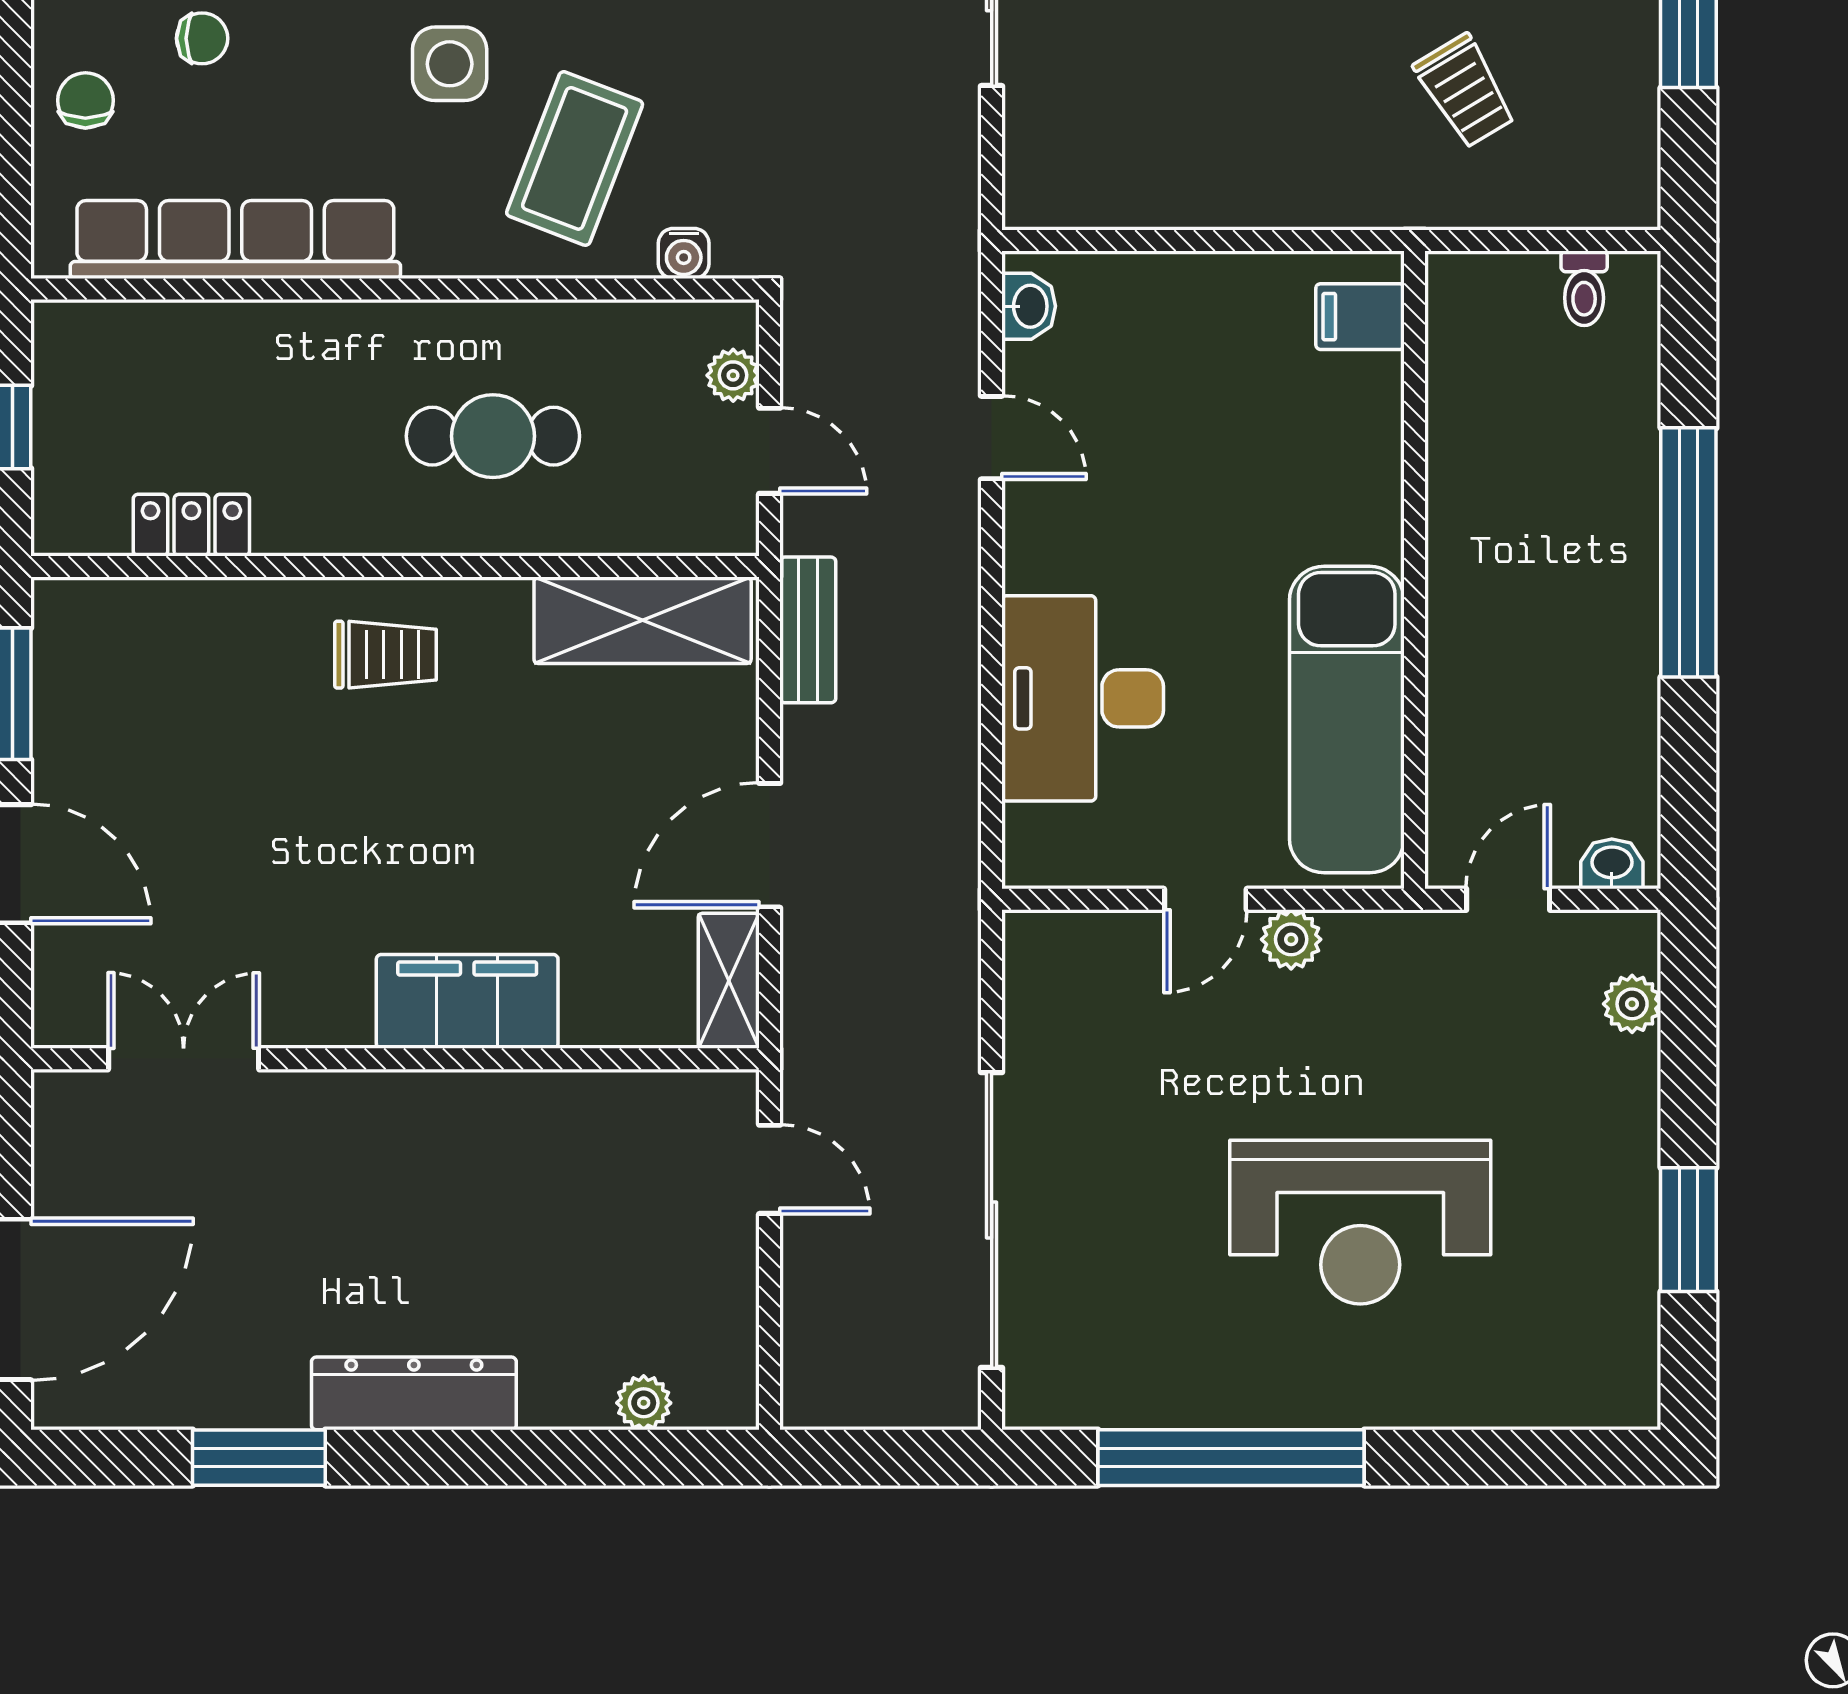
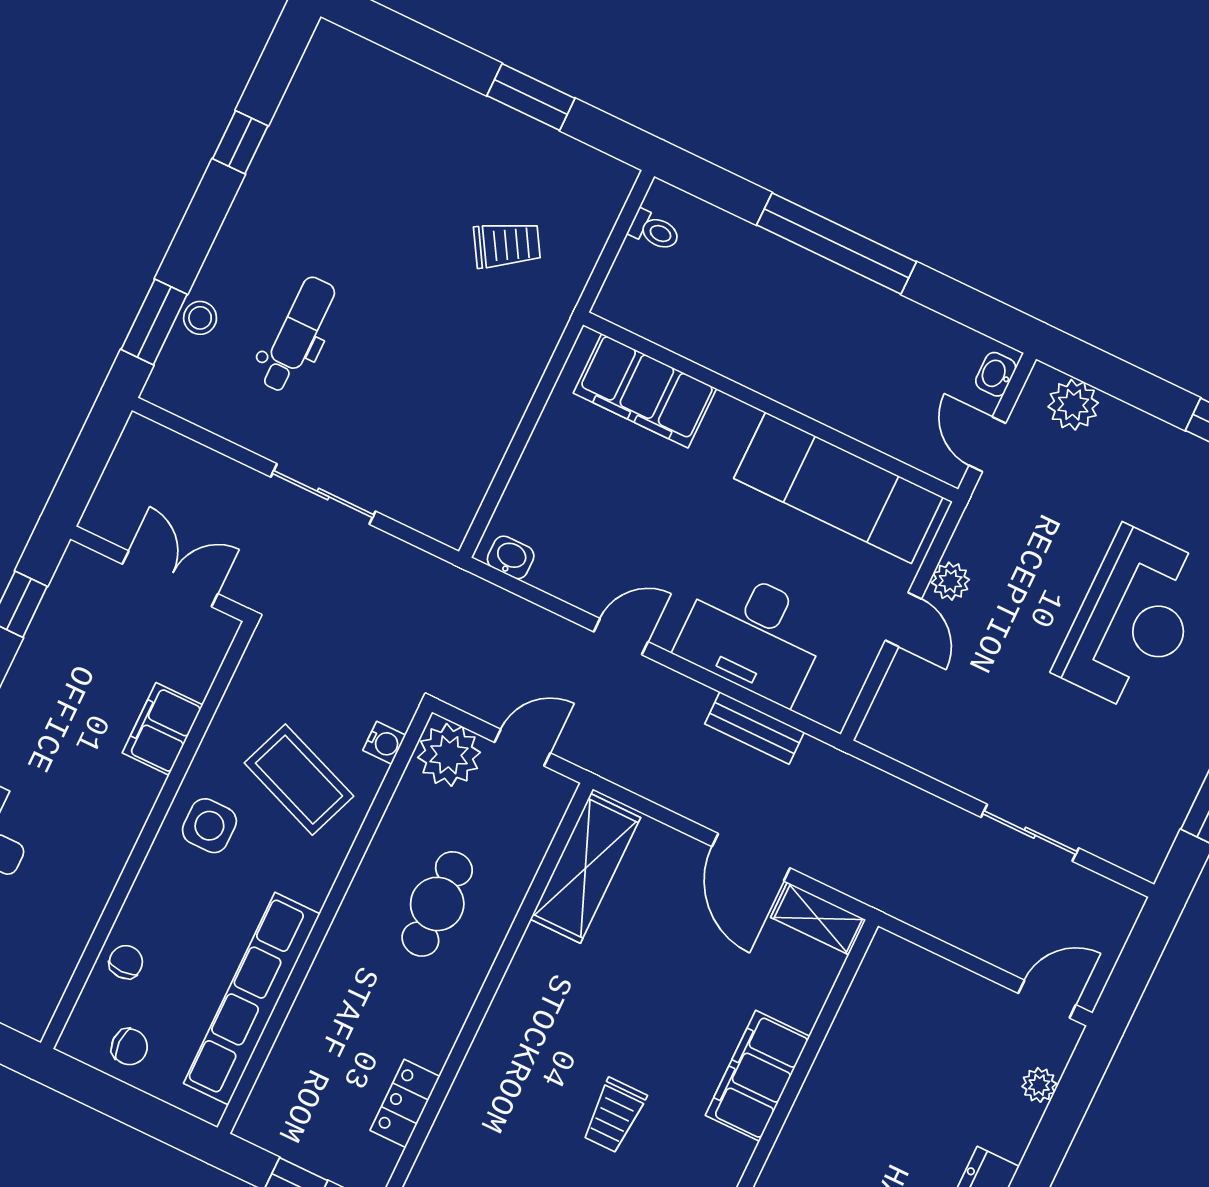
chair: (85, 100) -> (129, 1047), turned 180
filing cabinet: (1360, 317) -> (645, 391), width x3.00, depth x1.17
plant: (733, 375) -> (449, 755), width x1.87, depth x1.87
door: (992, 438) -> (621, 637), moved
bench: (808, 630) -> (755, 728), moved
trolley: (386, 655) -> (614, 1115), moved, turned 180
plant: (1632, 1004) -> (1073, 405), width x1.38, depth x1.38
door: (770, 1169) -> (1047, 999), moved
sliding door: (992, 1220) -> (1030, 833), width x0.54

